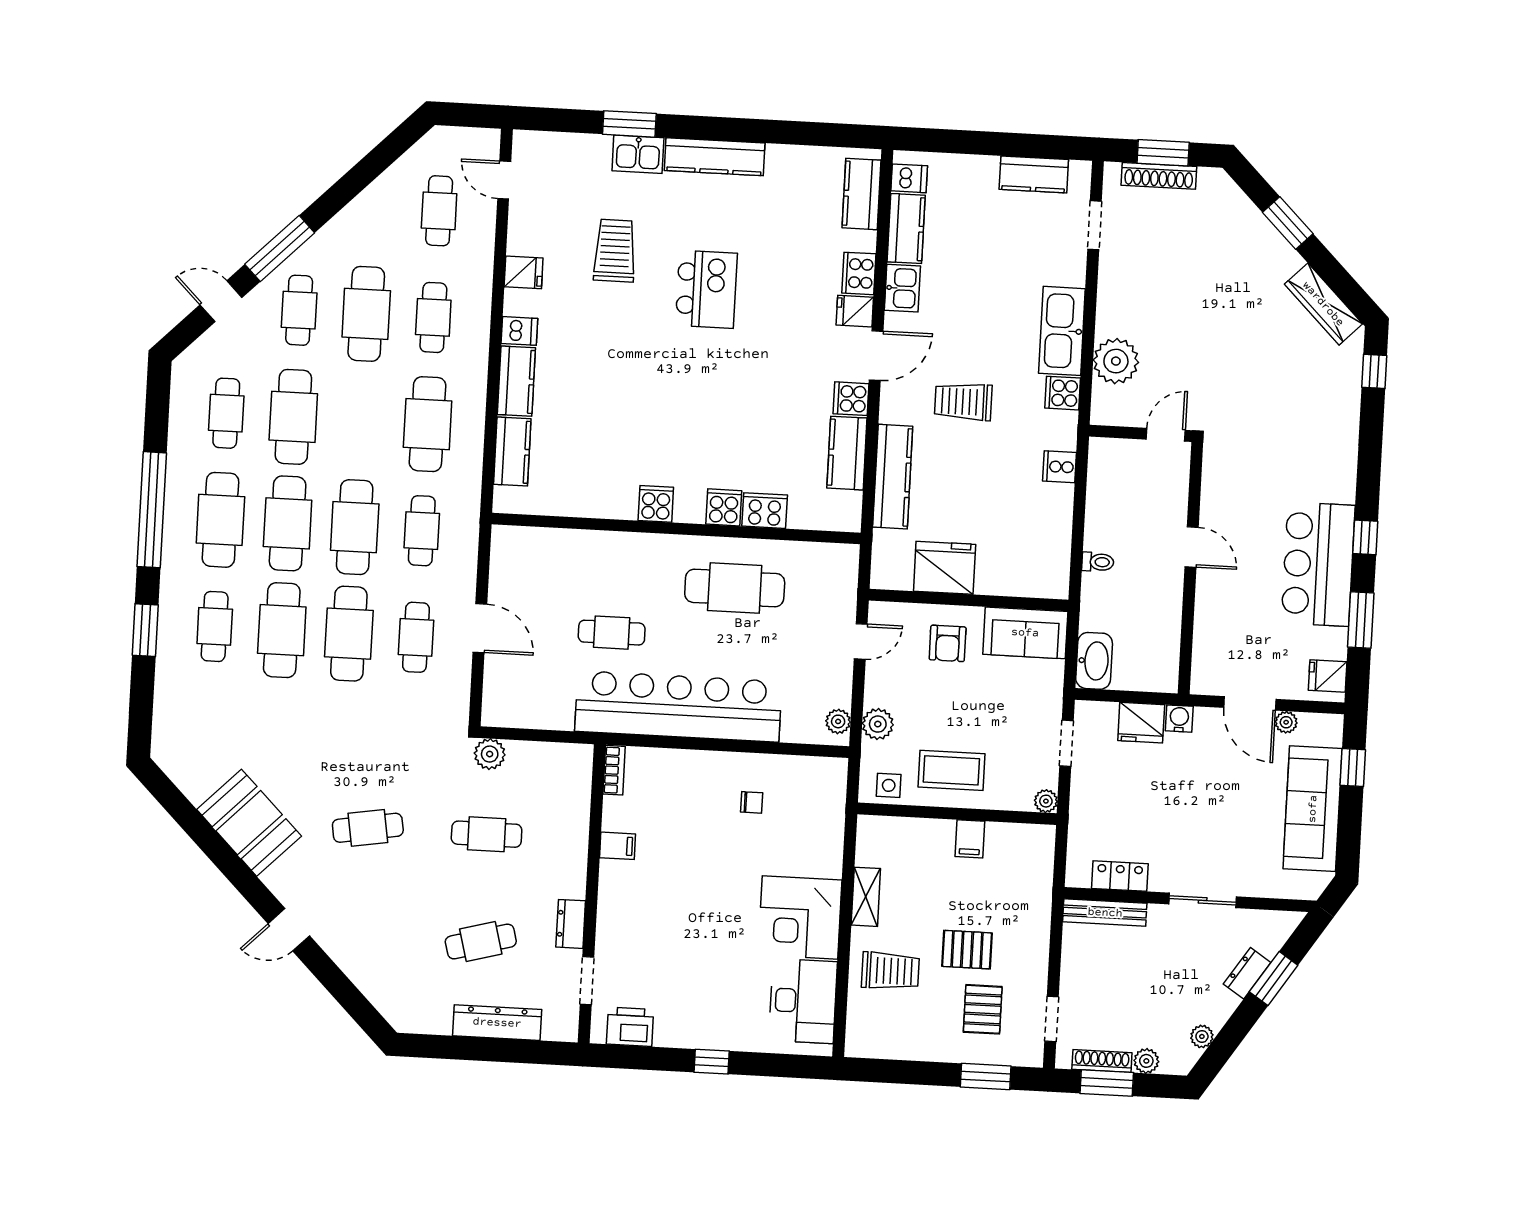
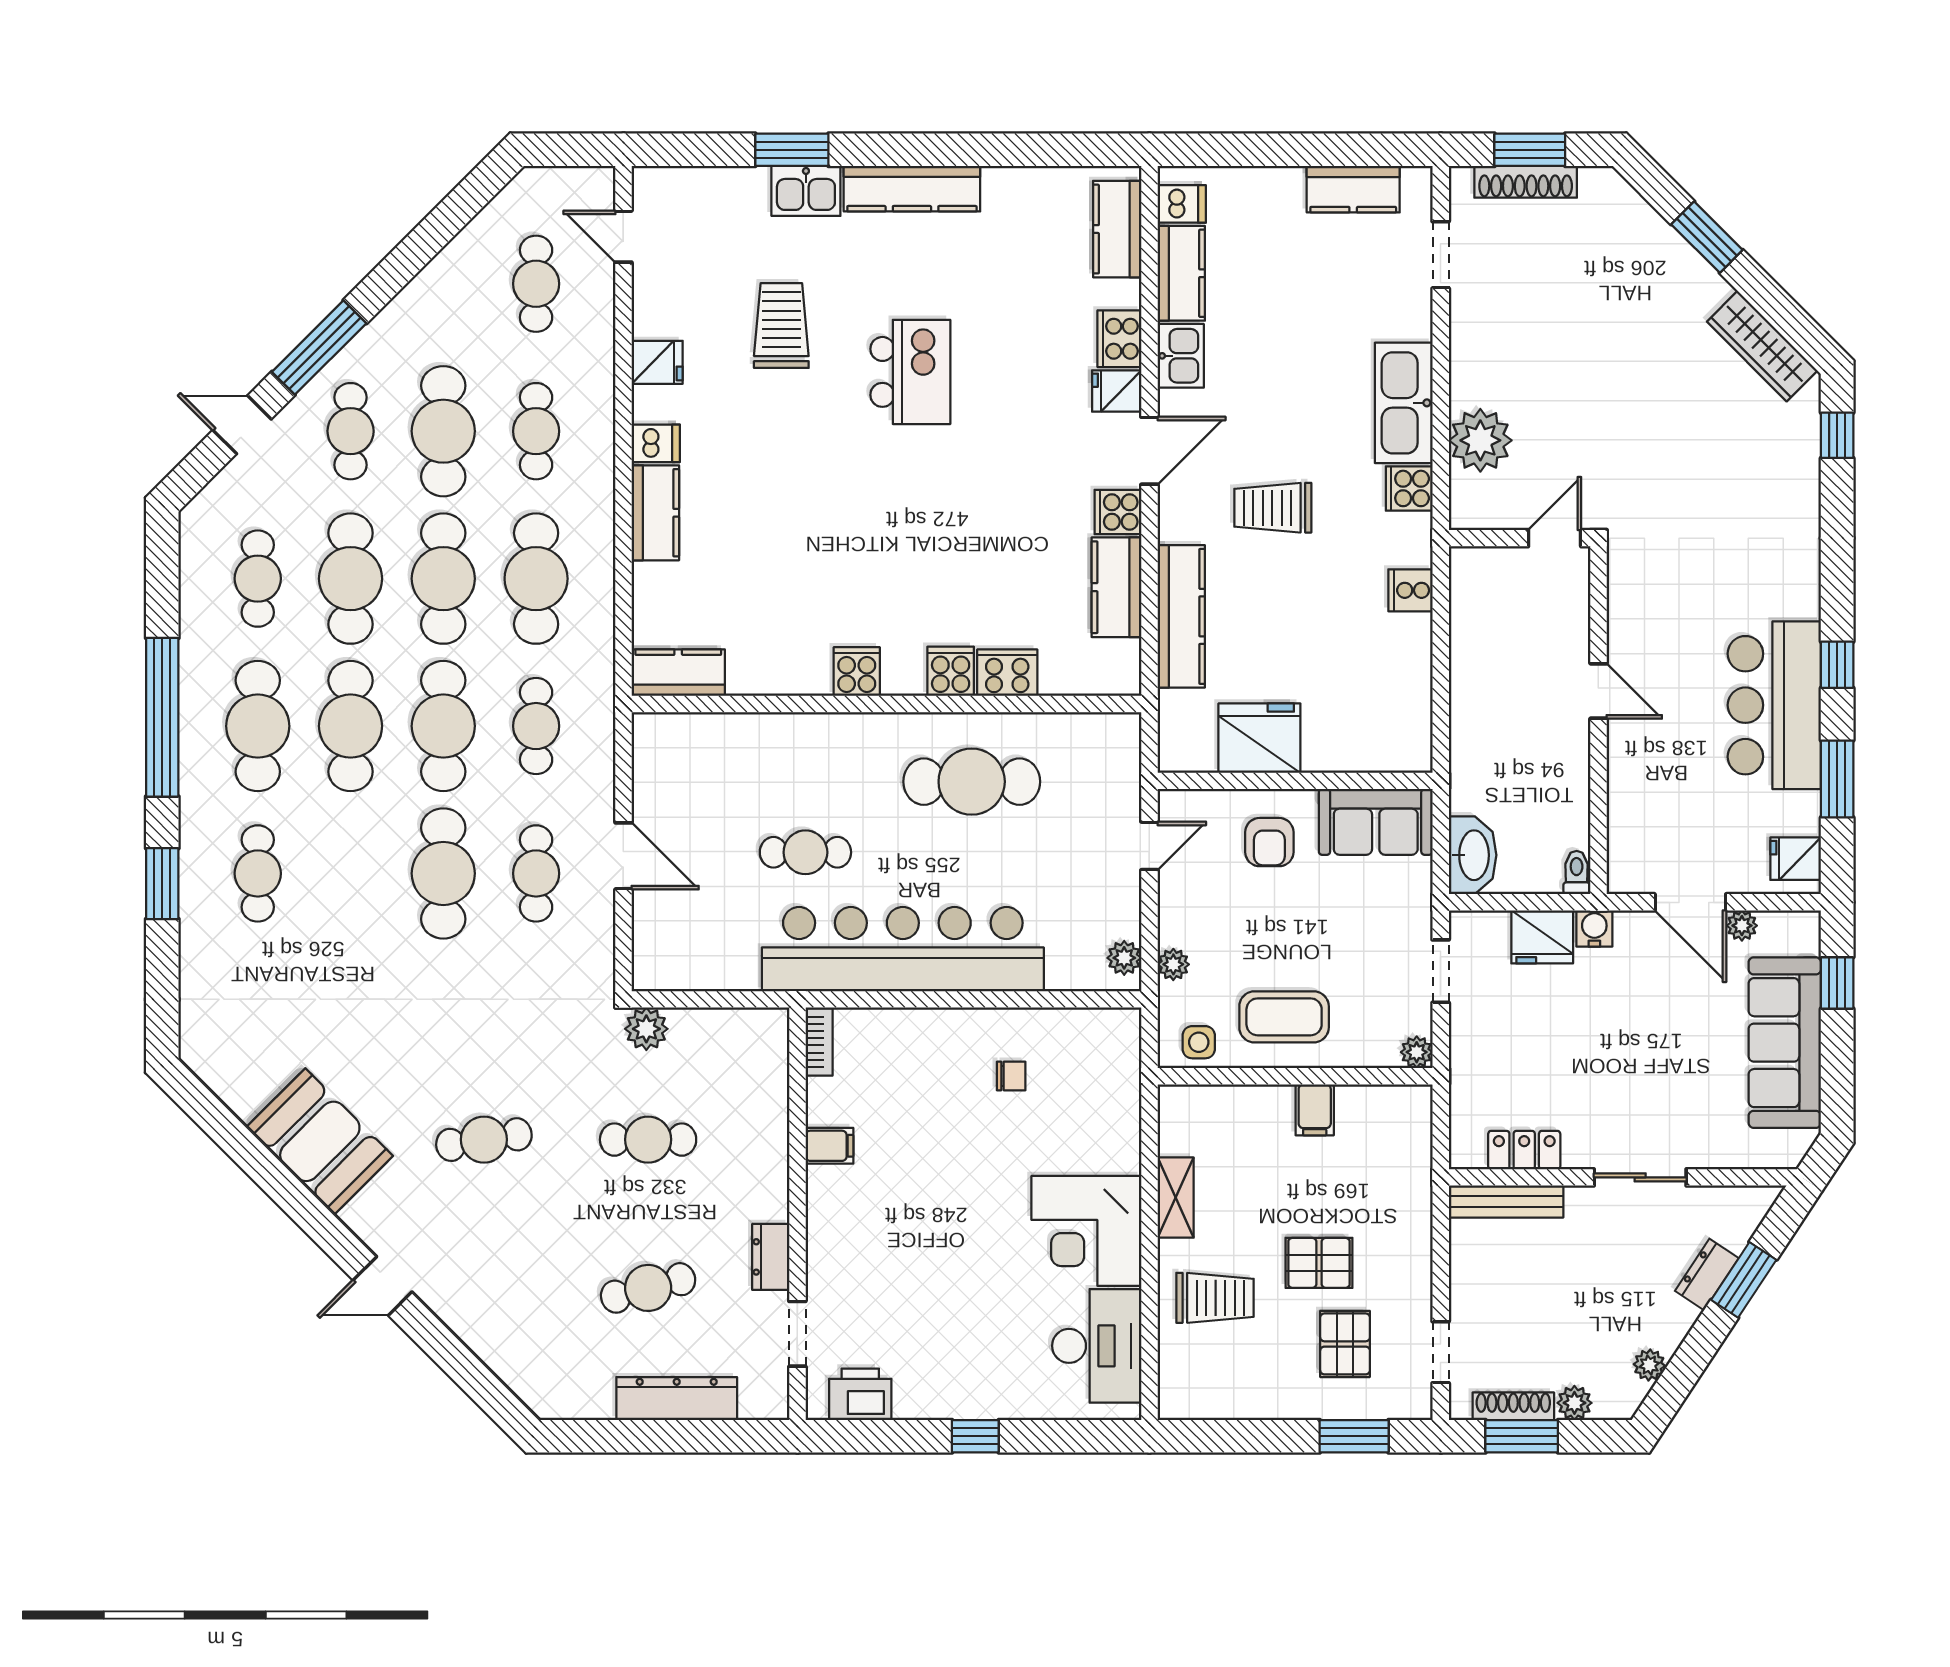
kitchen counter: (512, 452) -> (678, 673), moved, turned -90
toilet: (1098, 562) -> (1577, 873), moved, turned -90
cafe table: (282, 630) -> (443, 579), moved
plant: (878, 724) -> (1173, 964), width x0.73, depth x0.73

